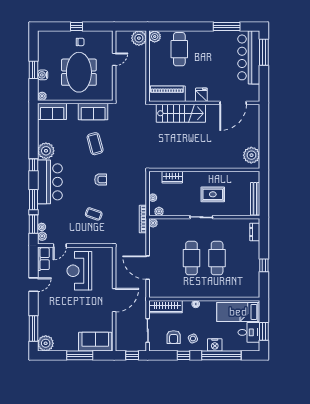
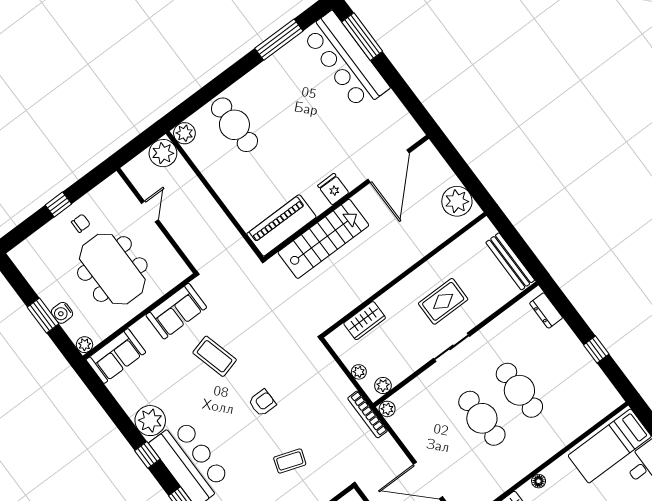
piano: (167, 94) -> (281, 225), moved
fridge: (201, 95) -> (333, 189), moved
wall: (204, 103) -> (346, 198), moved
door: (233, 103) -> (389, 166), moved
stairs: (181, 113) -> (323, 239), moved

